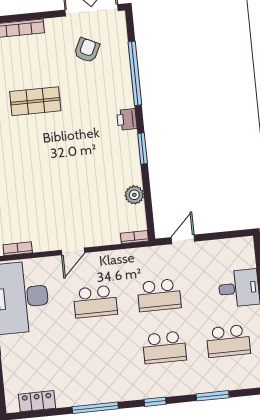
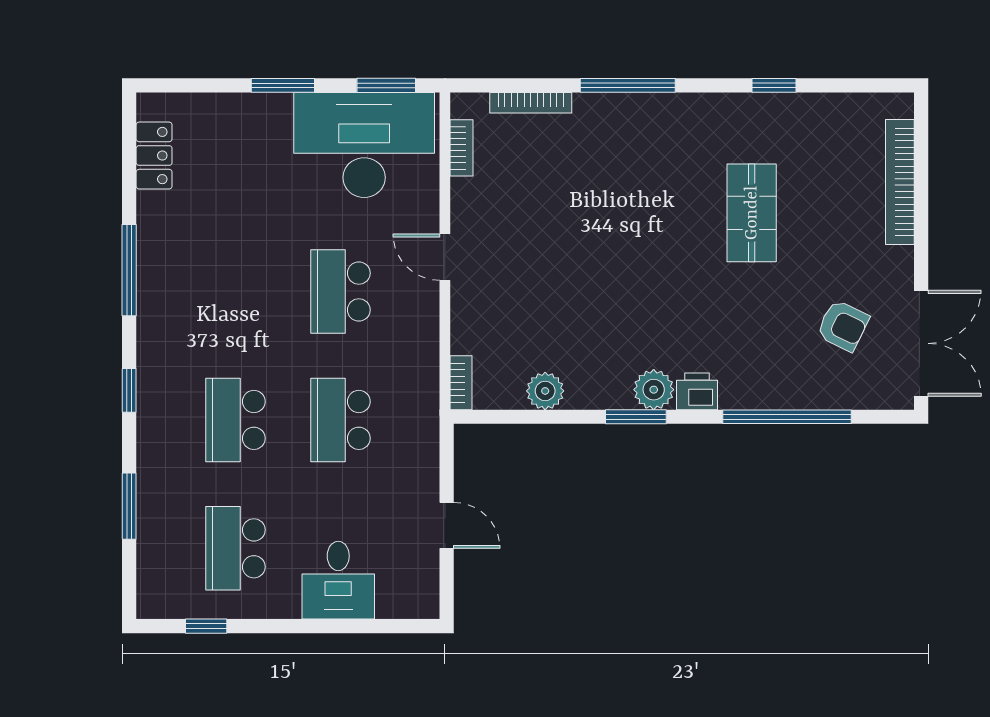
plant: (128, 141) -> (654, 390), added
door: (183, 239) -> (447, 525), moved

